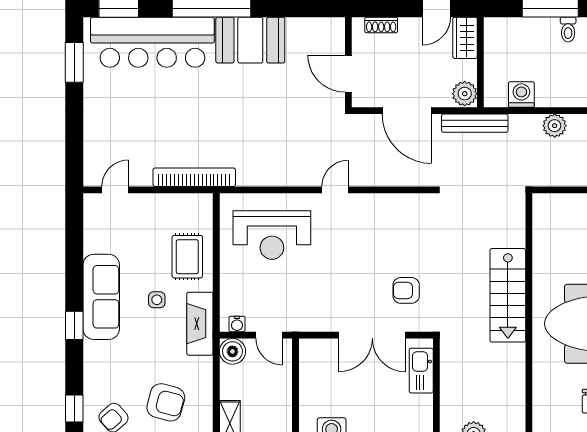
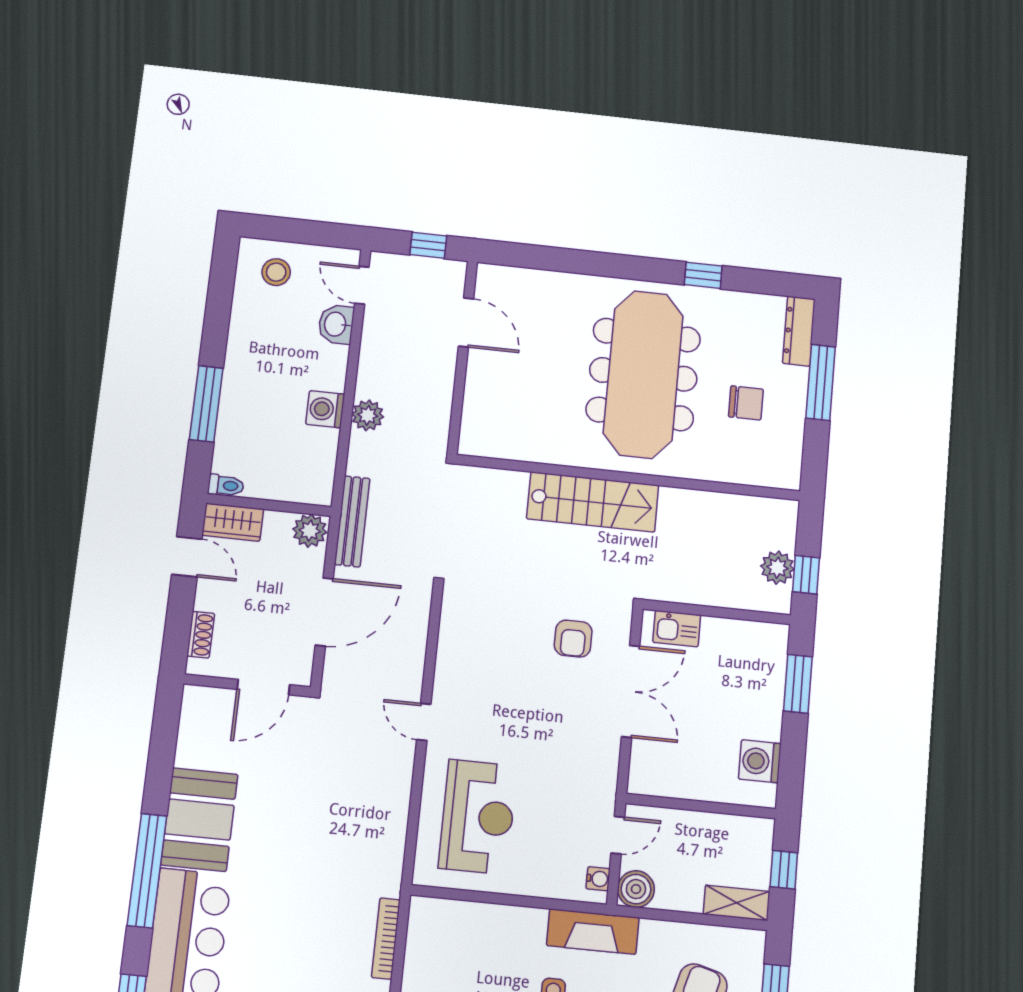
toilet: (568, 30) -> (226, 485), moved
washing machine: (521, 94) -> (325, 409), moved
bookcase: (194, 177) -> (386, 939), width x0.68, depth x0.76
rug: (187, 257) -> (496, 940), removed
kitchen sink: (421, 371) -> (677, 629), width x0.73

